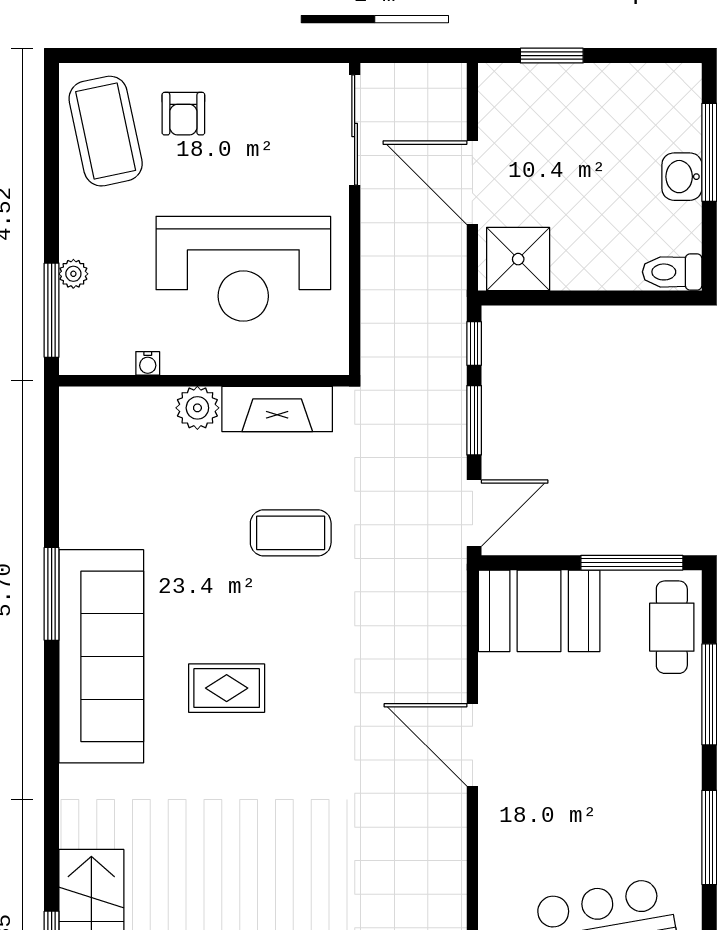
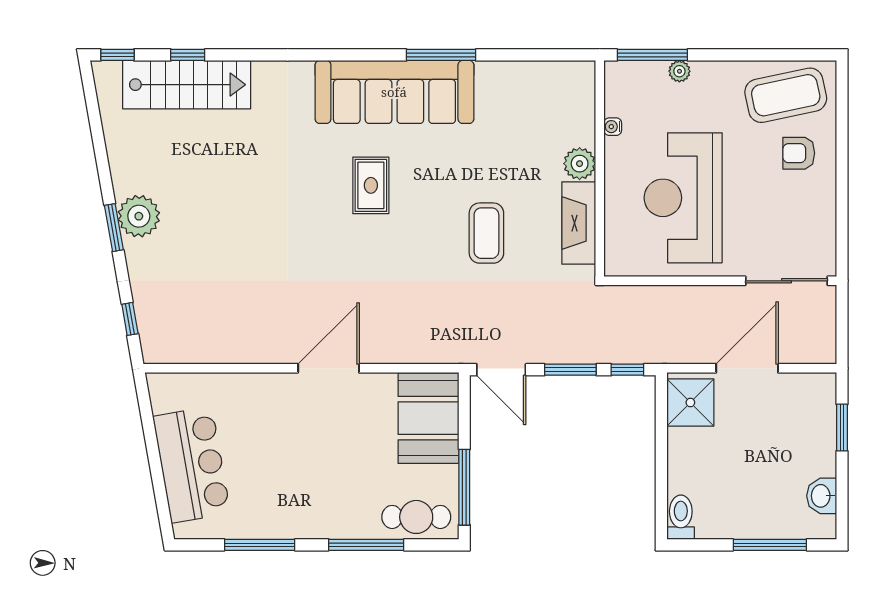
washbasin: (682, 177) -> (822, 496), moved, turned -90

